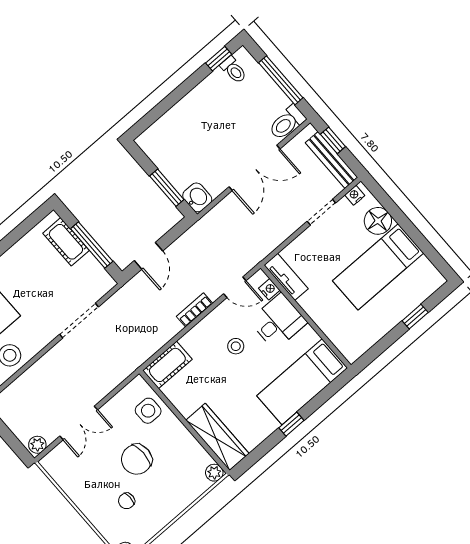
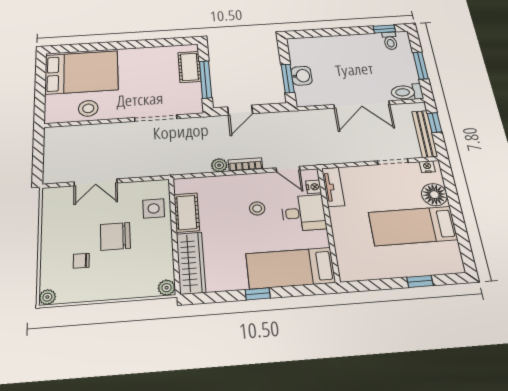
window: (281, 80) -> (421, 65), width x0.69
washbasin: (197, 197) -> (302, 76), moved
cot: (167, 365) -> (187, 213), moved, turned 90
plant: (37, 445) -> (219, 165), moved

